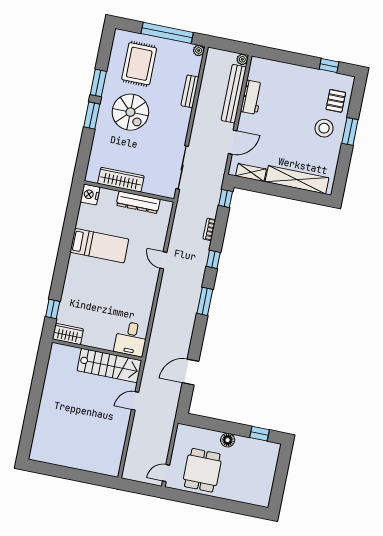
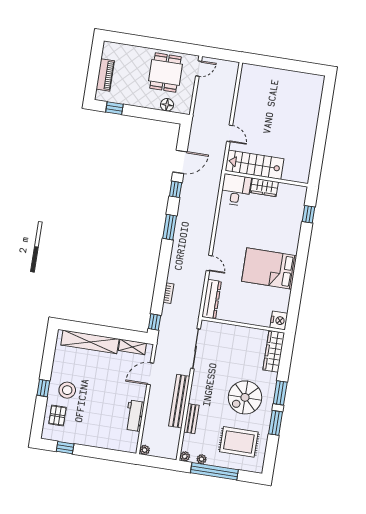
plant: (181, 47) -> (202, 459), added
rug: (139, 64) -> (239, 442), turned 90
bench: (234, 94) -> (179, 401), moved
spiral stairs: (130, 112) -> (245, 397), turned -90
window: (350, 132) -> (43, 388), width x0.67
wardrobe: (121, 180) -> (274, 351), moved, turned 90
dresser: (138, 202) -> (212, 299), moved, turned 90
bed: (99, 246) -> (269, 268), width x1.50
window: (213, 259) -> (176, 189), moved
wardrobe: (68, 334) -> (264, 187), moved
door: (135, 401) -> (230, 133), hinge flipped
floor lamp: (228, 440) -> (167, 105), moved
piano: (268, 470) -> (105, 75), added

